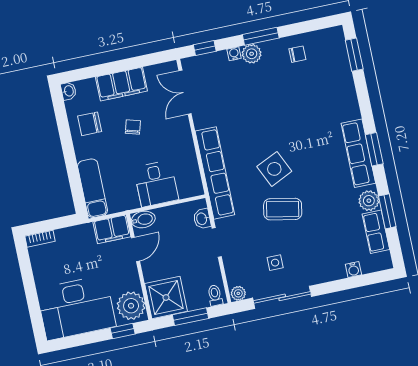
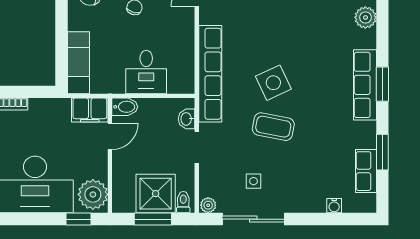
plant: (369, 201) -> (365, 17), moved
shower: (166, 297) -> (156, 194), moved

